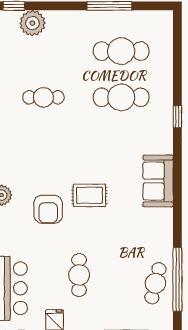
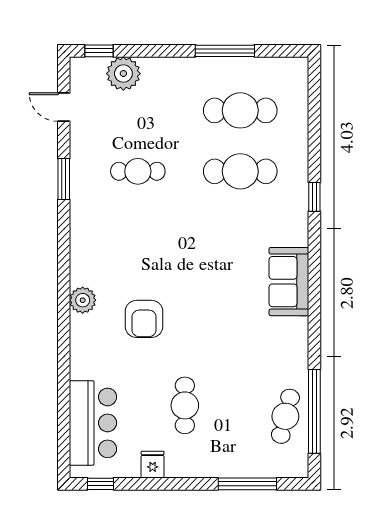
rug: (89, 195) -> (199, 300), removed

